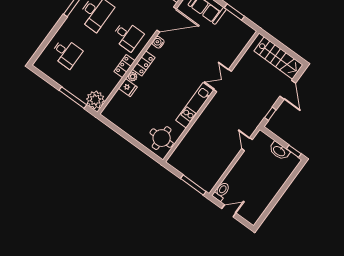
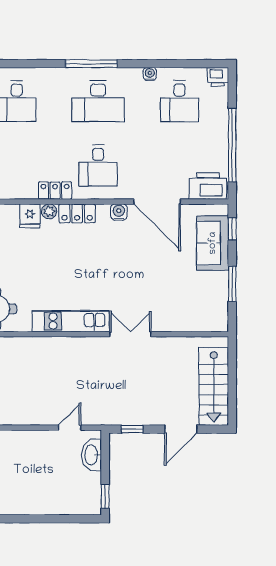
washbasin: (279, 151) -> (92, 455), moved

